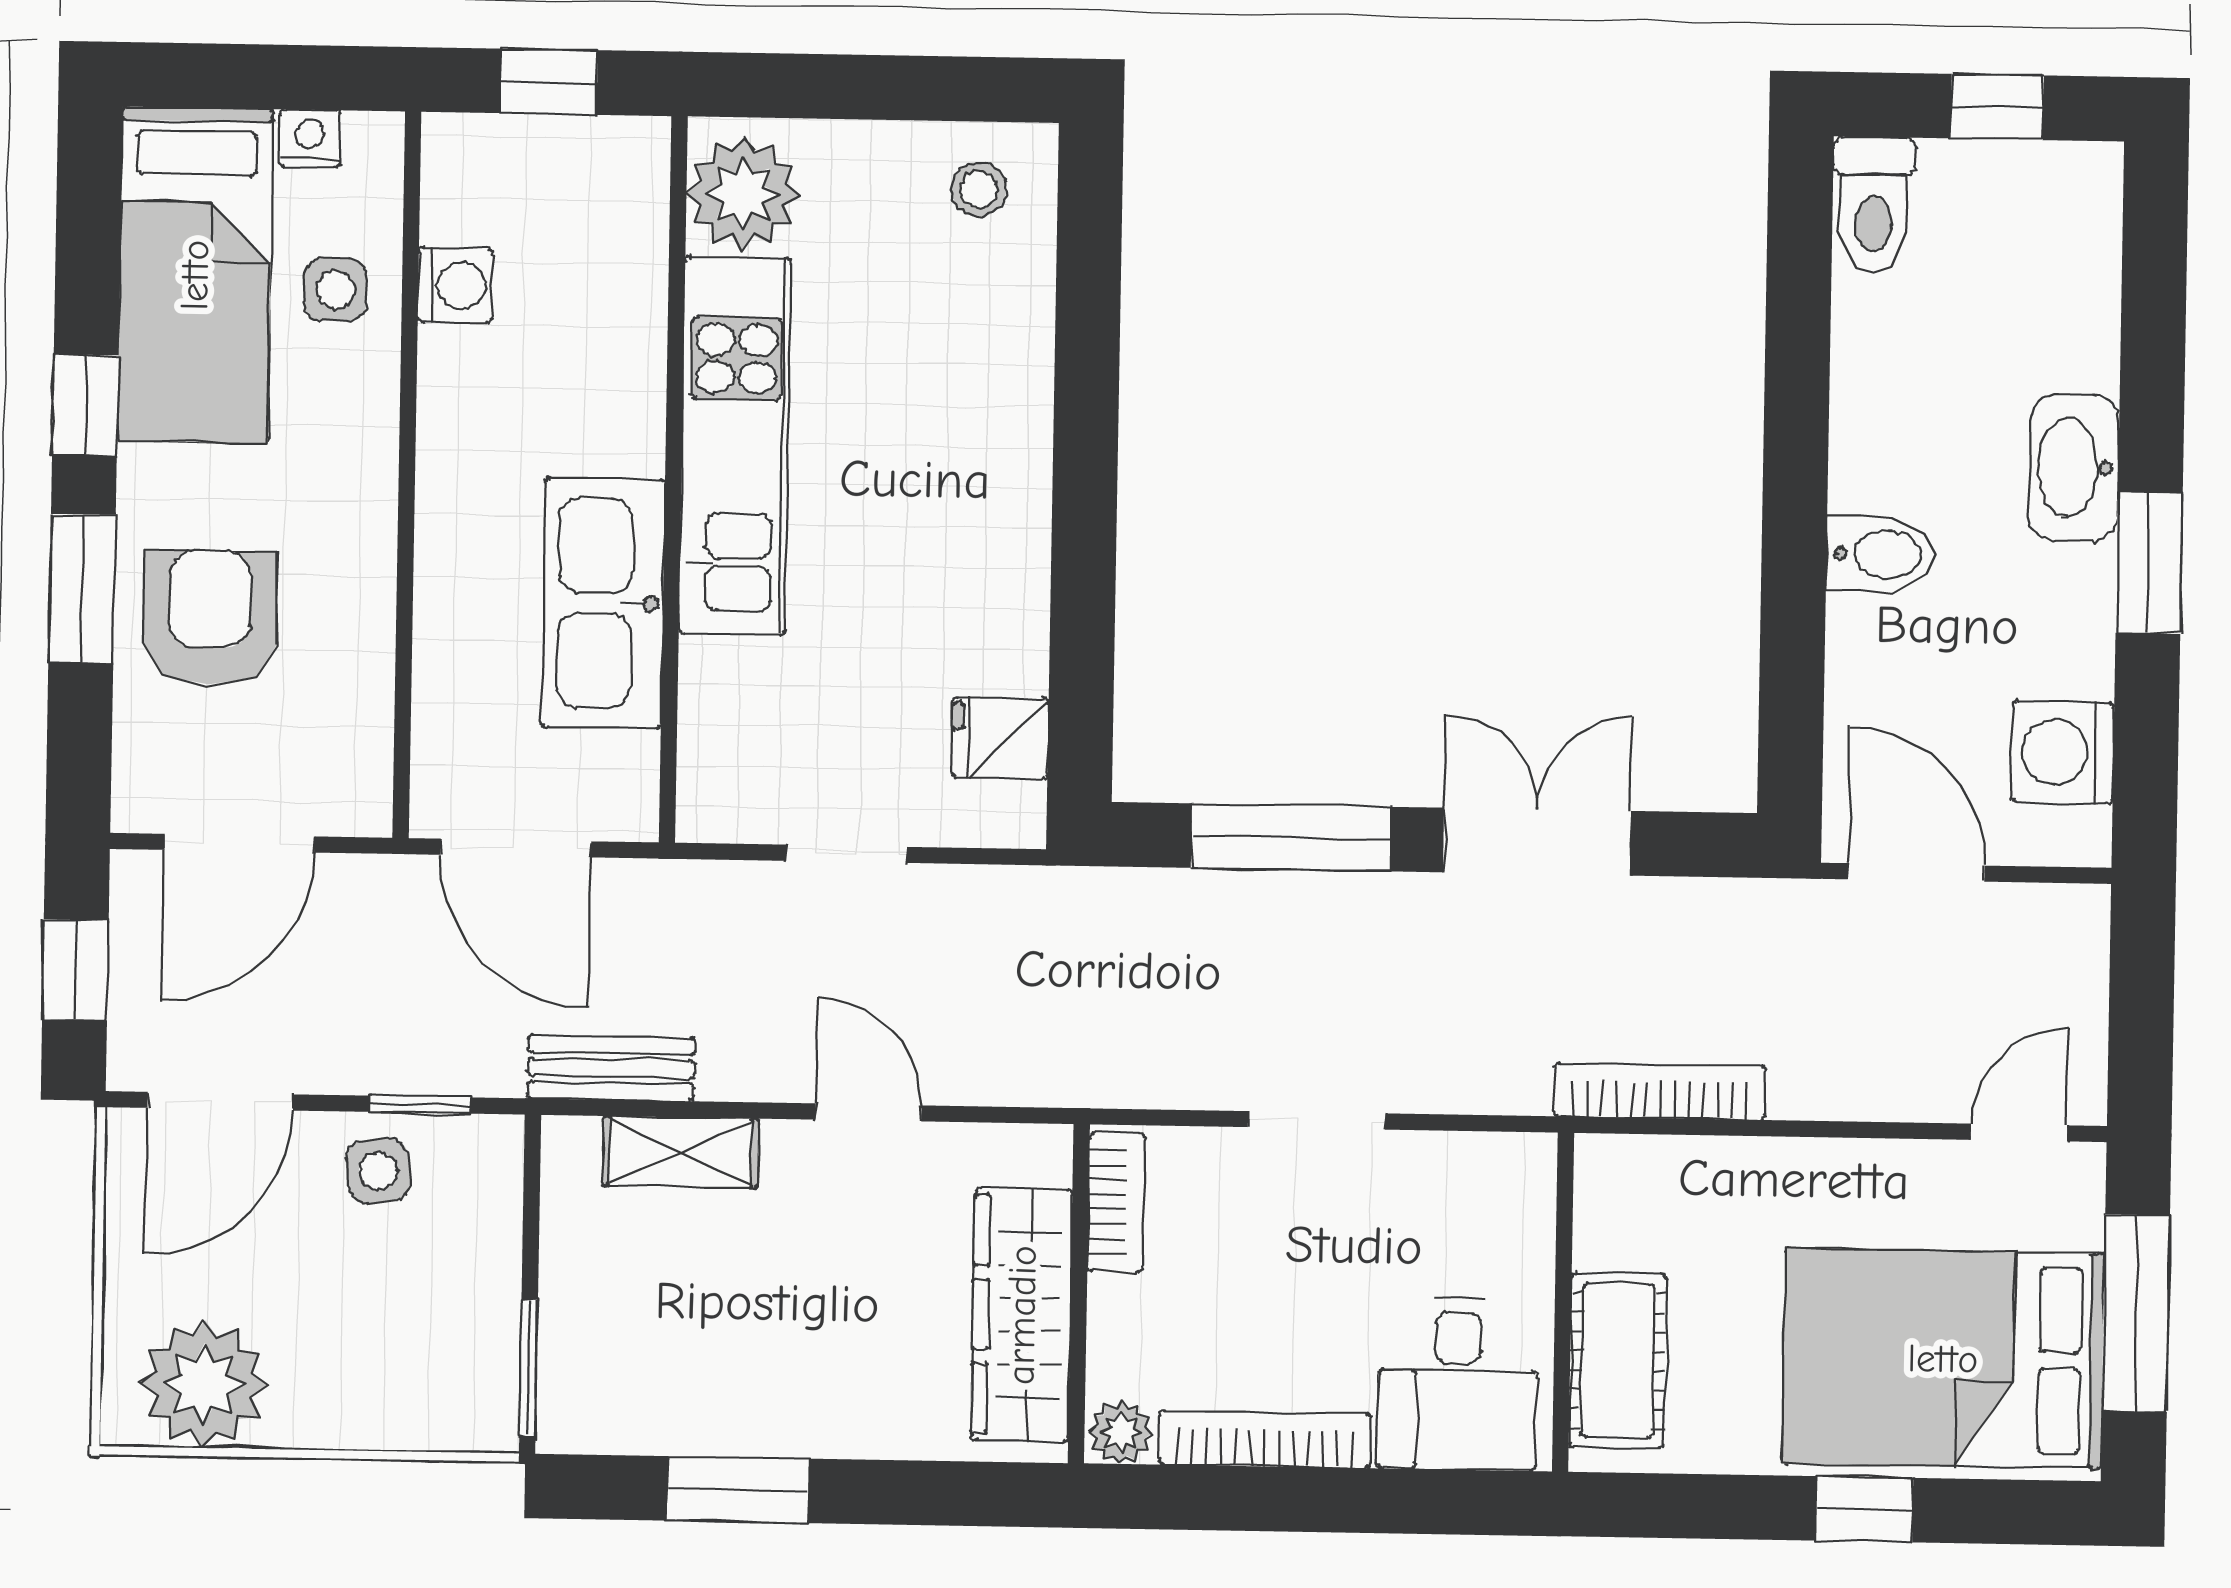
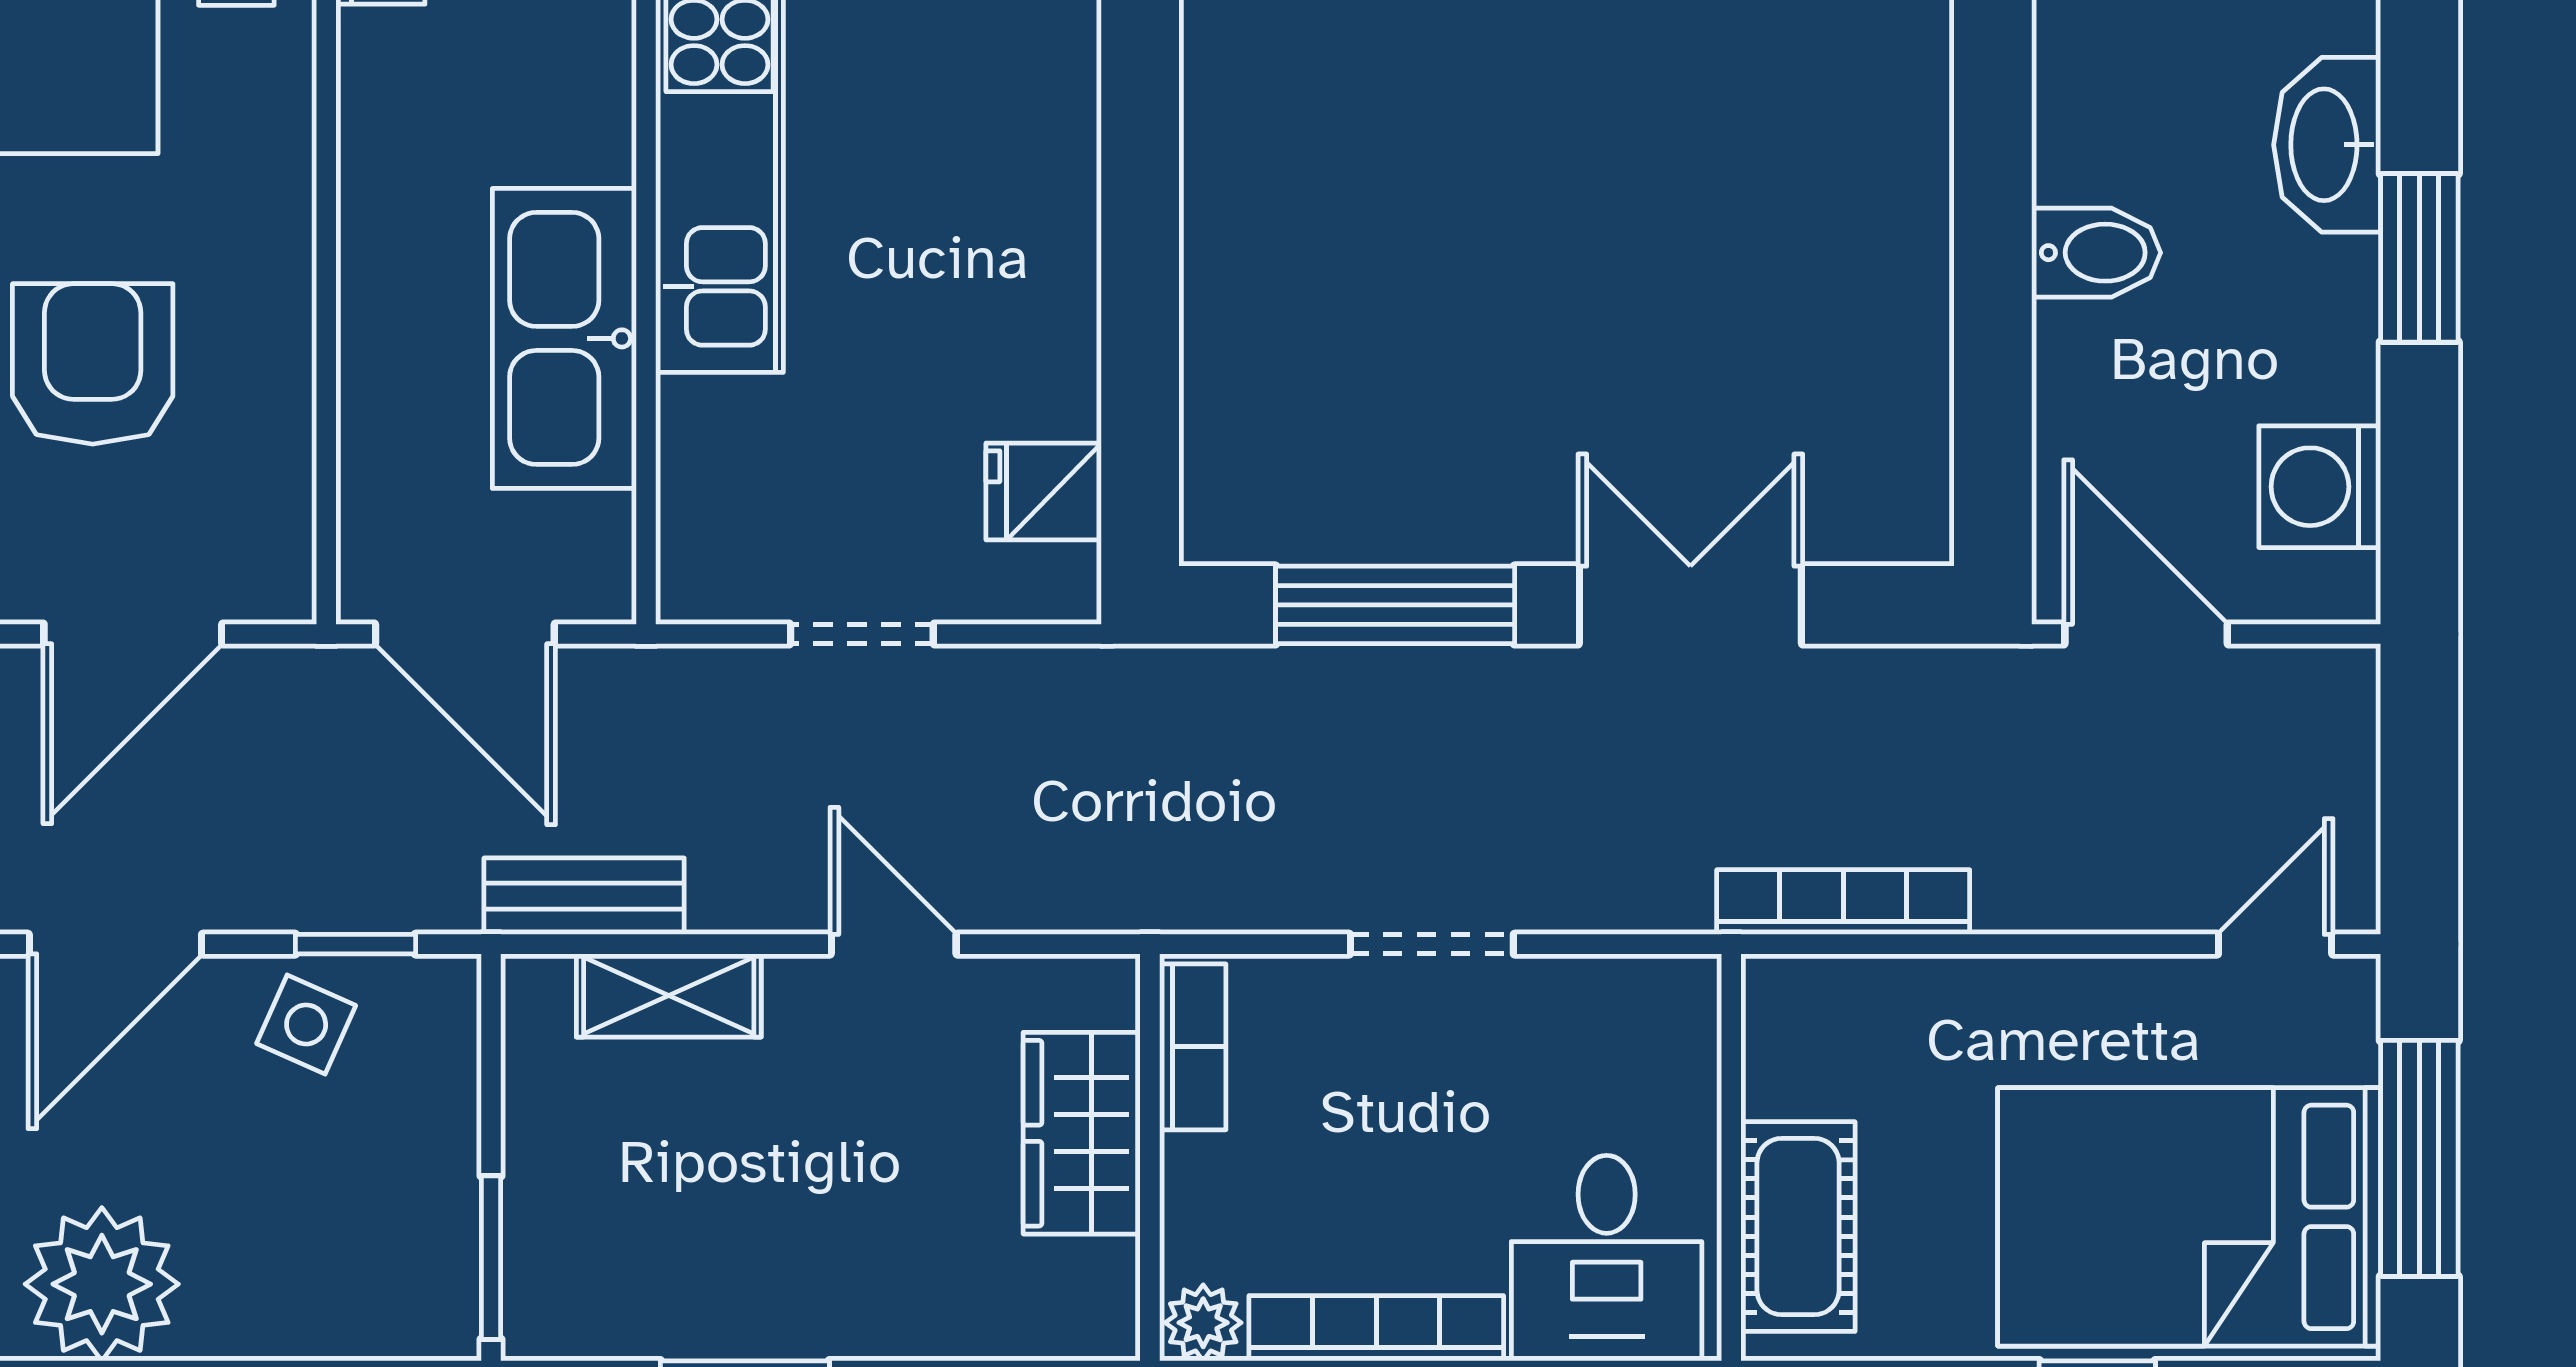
side table: (378, 1171) -> (306, 1024), turned 31
wardrobe: (1022, 1315) -> (1082, 1133), width x0.67

